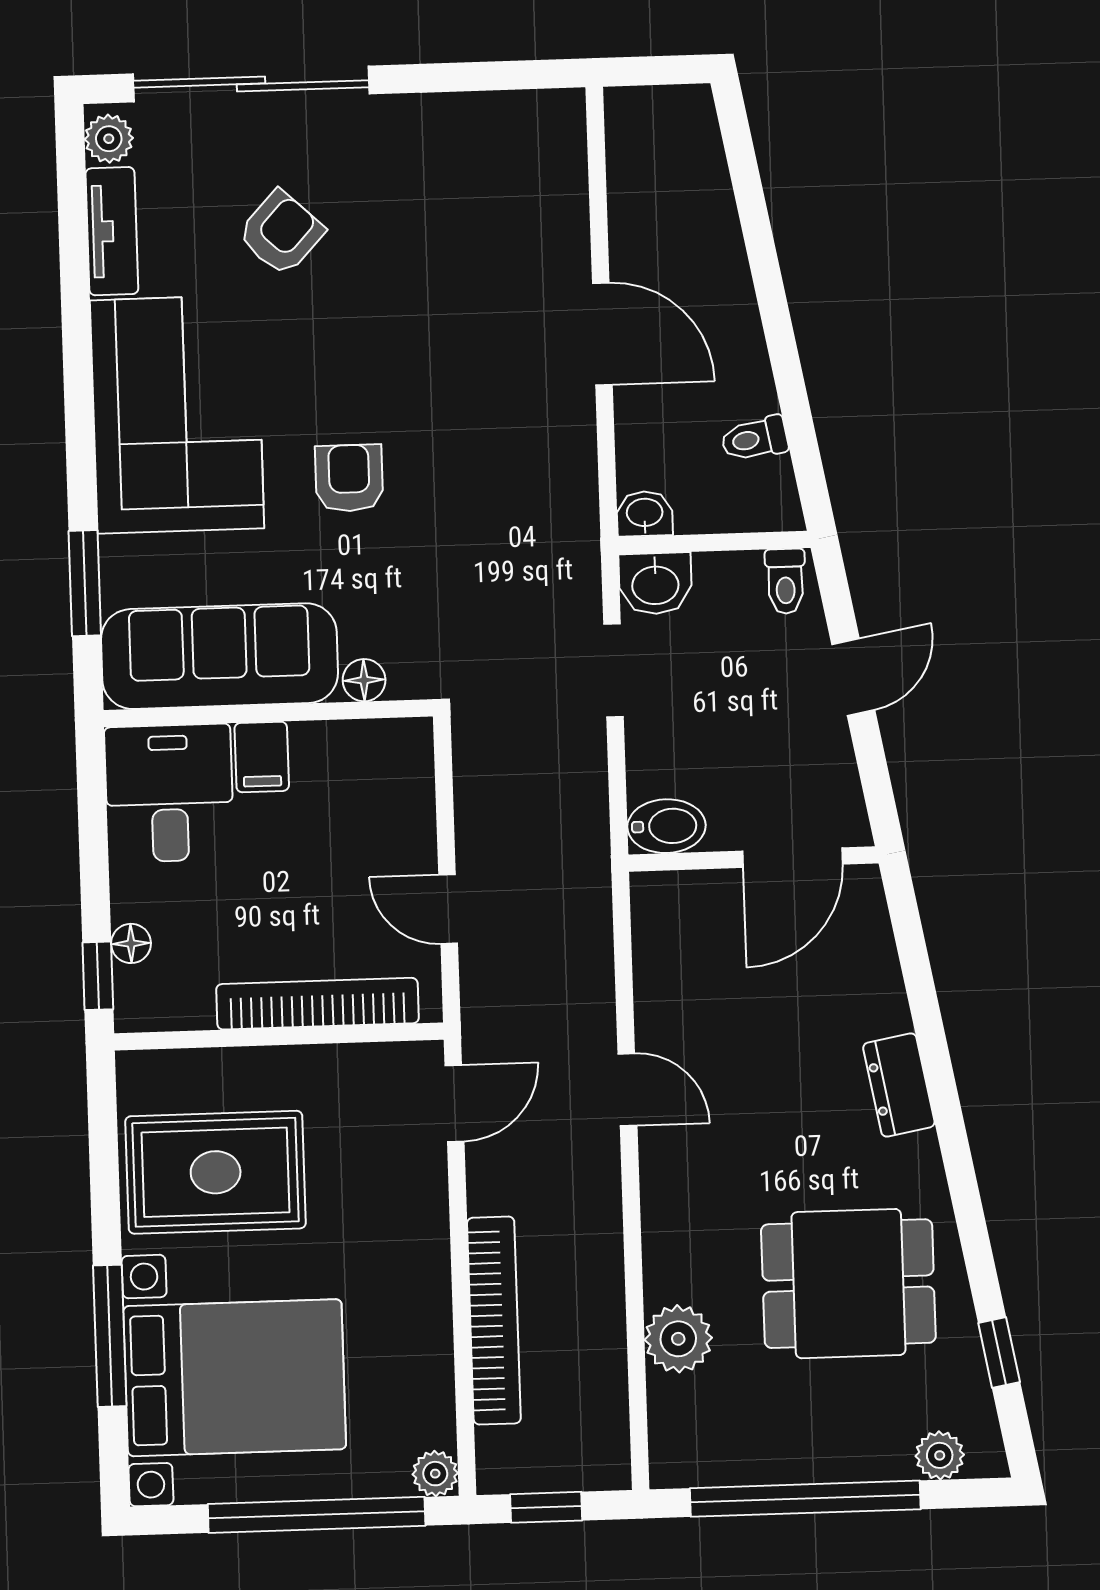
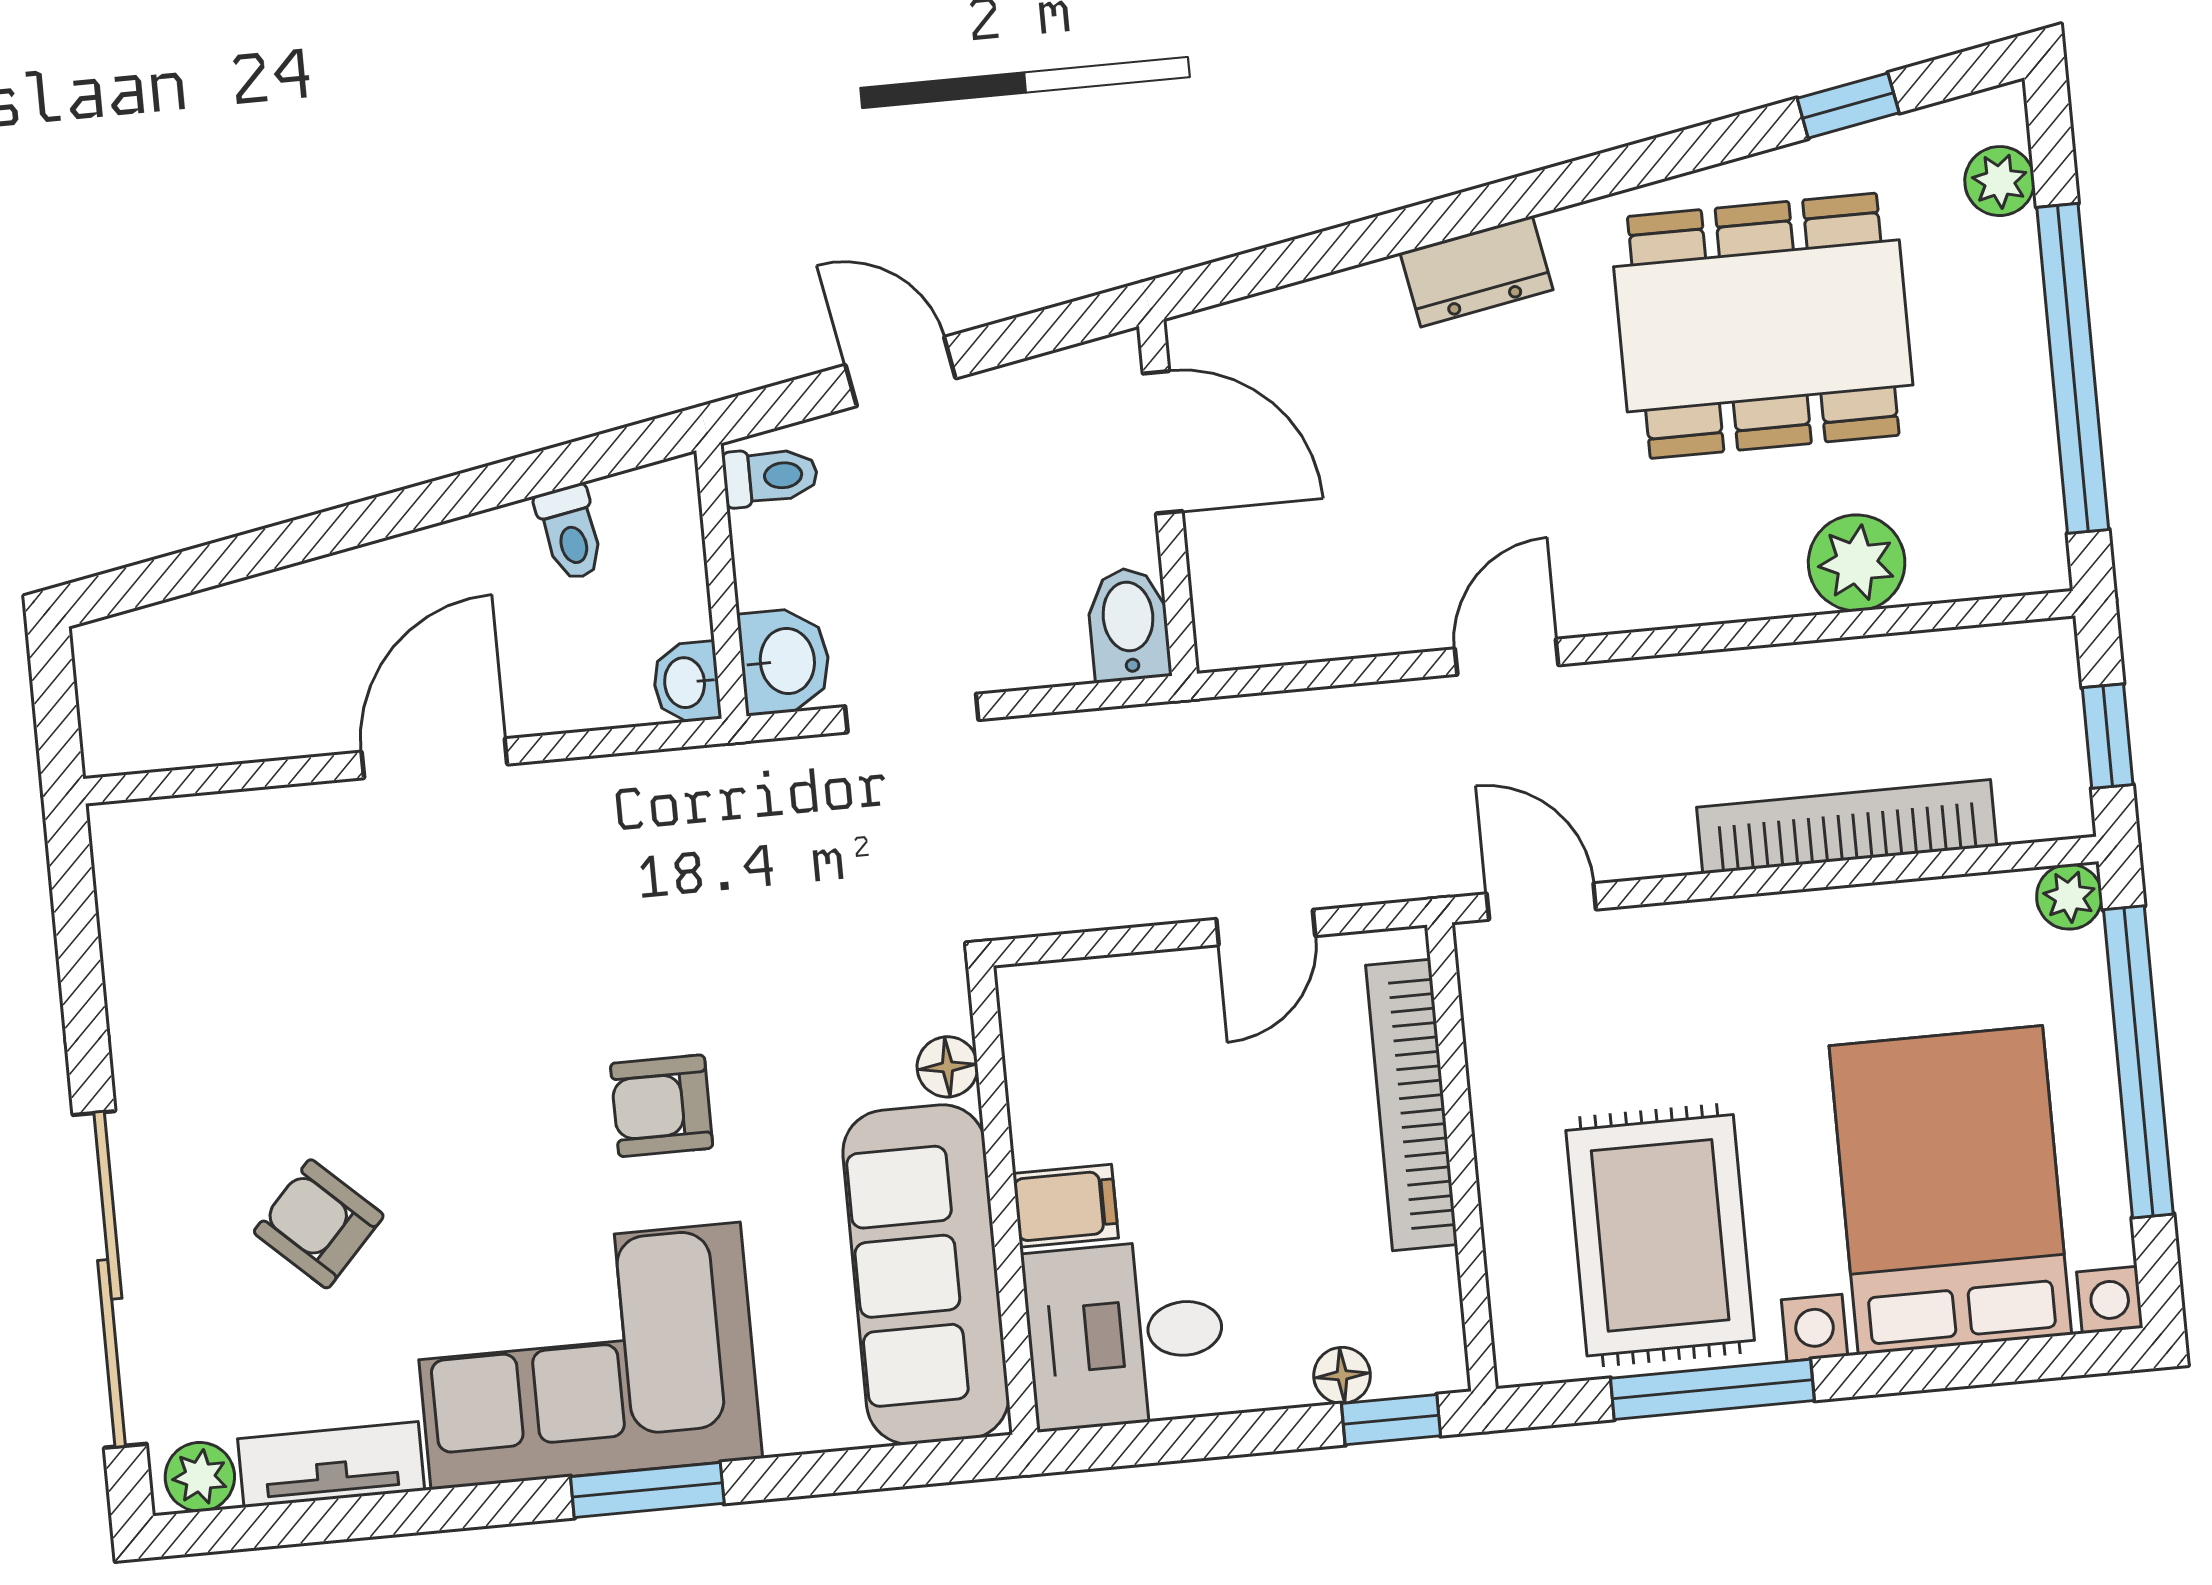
window: (85, 583) -> (647, 1490), moved
dining table: (848, 1284) -> (1763, 326), width x1.38
window: (110, 1336) -> (1712, 1389), moved

